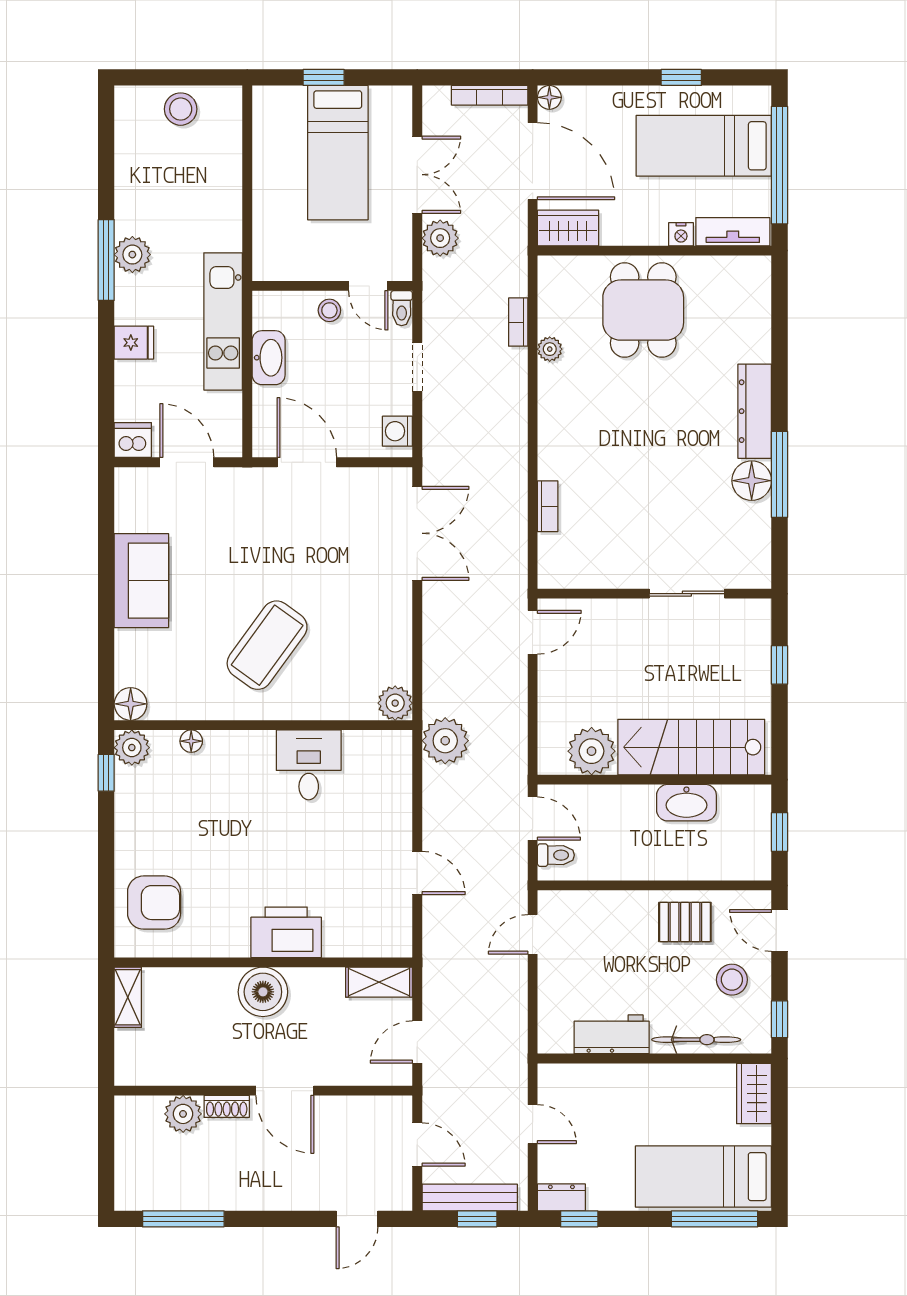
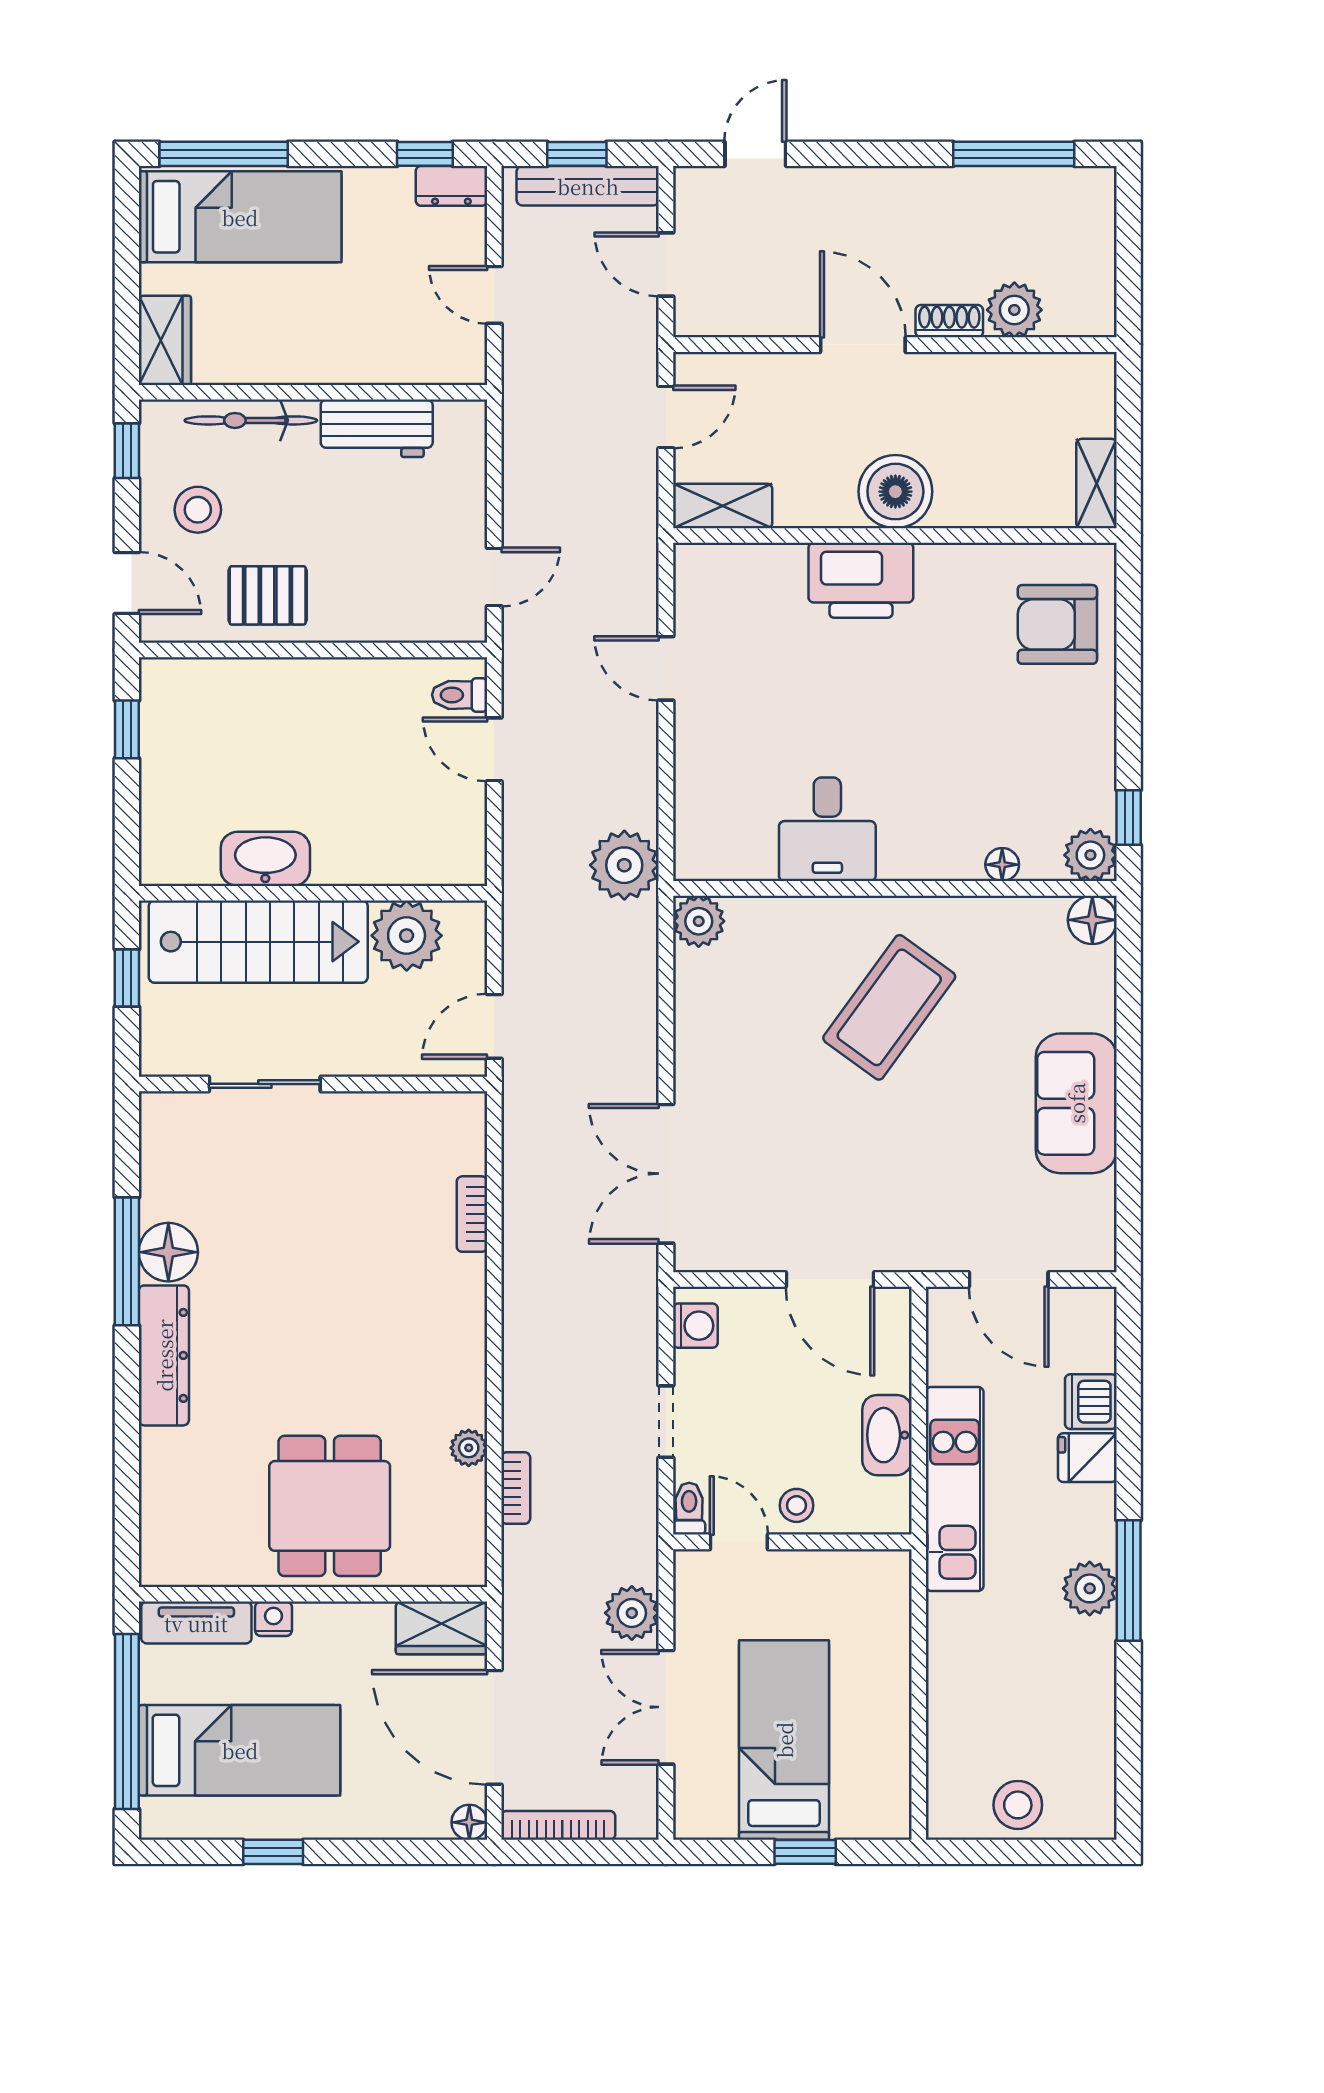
dishwasher: (133, 440) -> (1091, 1402), moved, turned 90
stairs: (691, 747) -> (258, 942), moved
plant: (592, 751) -> (407, 936), moved
wall: (654, 780) -> (313, 893), moved
washbasin: (686, 803) -> (265, 859), moved

